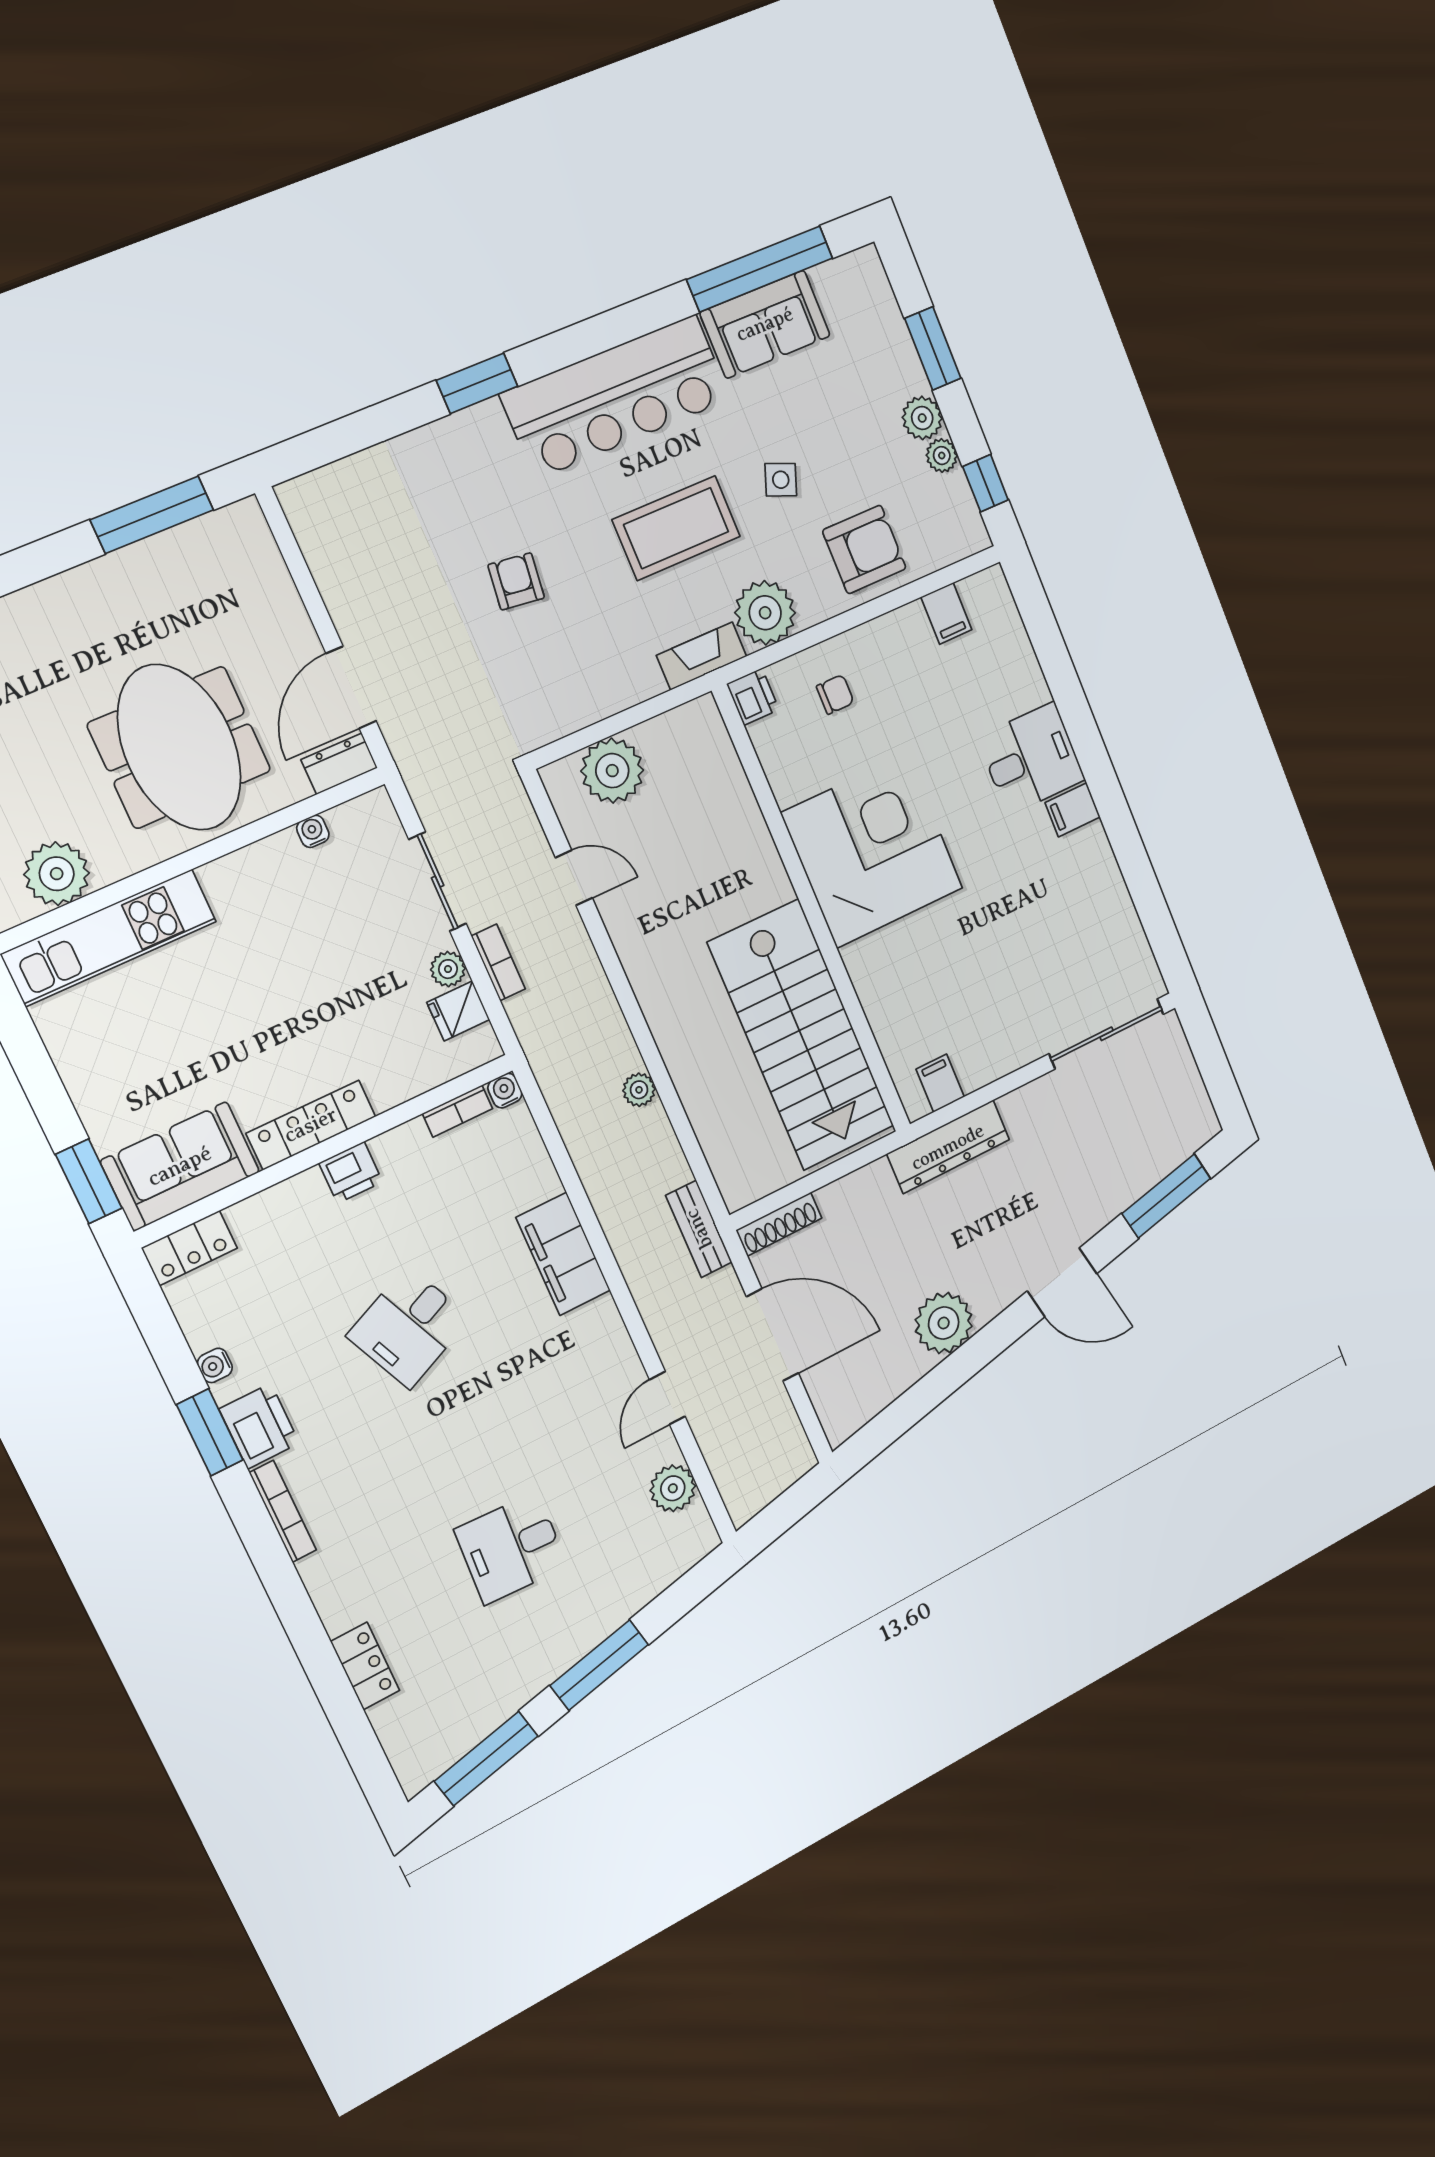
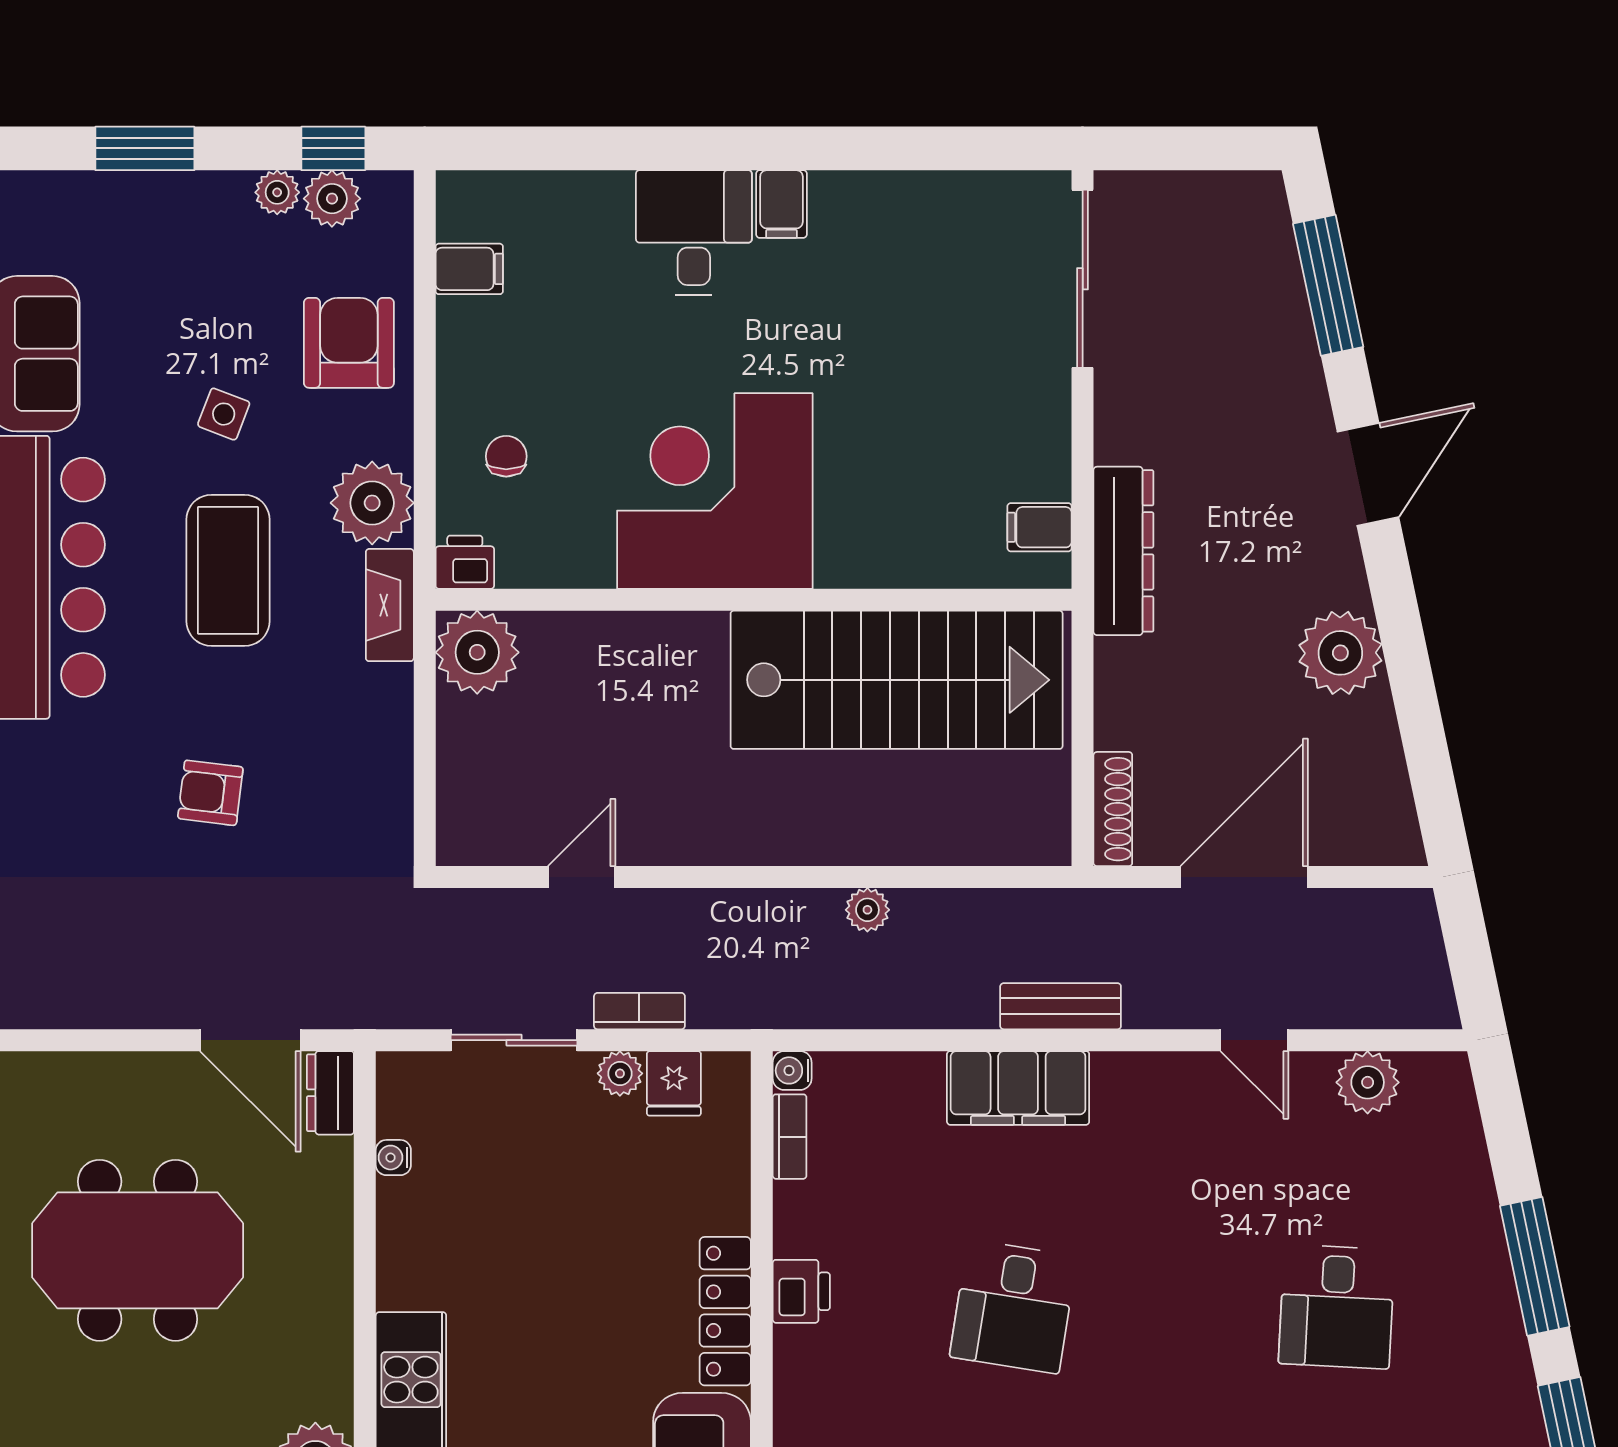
plant: (922, 418) -> (332, 199), moved
meeting table: (179, 747) -> (138, 1250), moved
plant: (612, 771) -> (477, 652), moved
bench: (699, 1229) -> (1061, 1006), moved
desk: (409, 1327) -> (1013, 1307), turned 33

